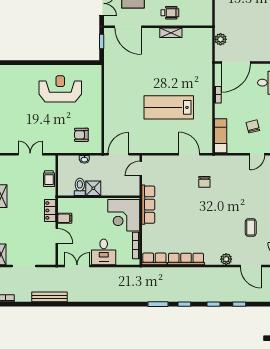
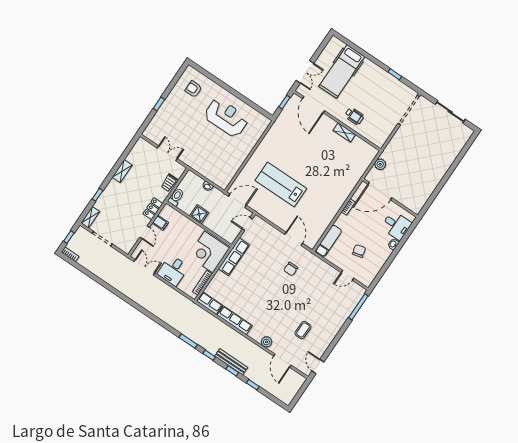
lab bench: (169, 107) -> (281, 184), moved
armchair: (81, 135) -> (194, 89), moved
toilet: (80, 187) -> (176, 197), moved
bench: (50, 297) -> (231, 362), moved

